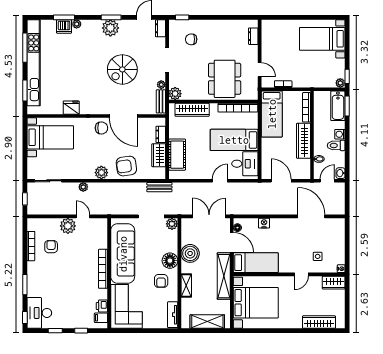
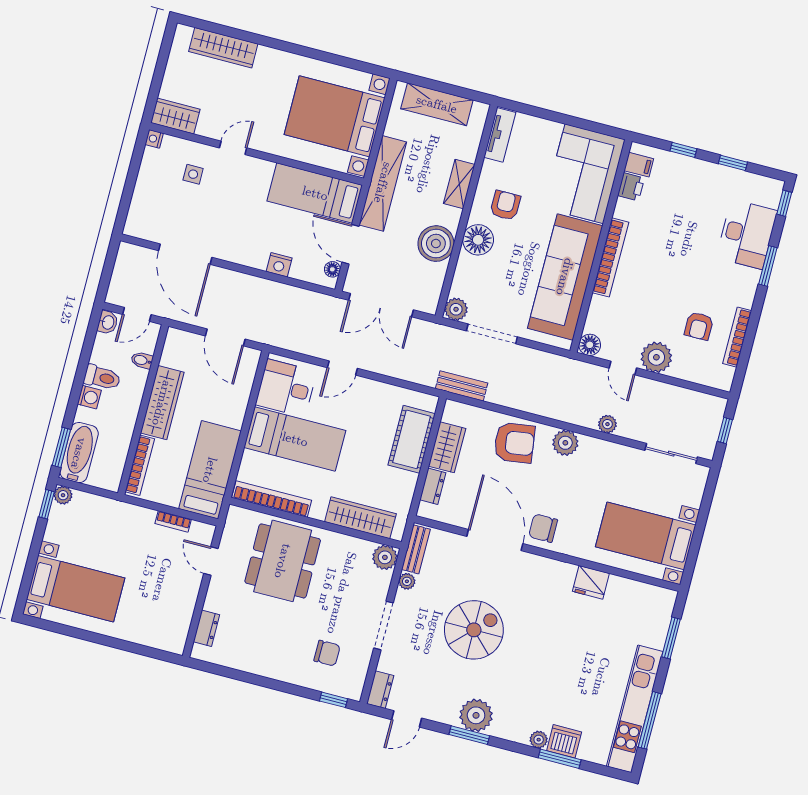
kitchen unit: (34, 63) -> (635, 709), width x0.73
floor lamp: (102, 223) -> (590, 345), added
desk: (39, 313) -> (747, 234), moved

